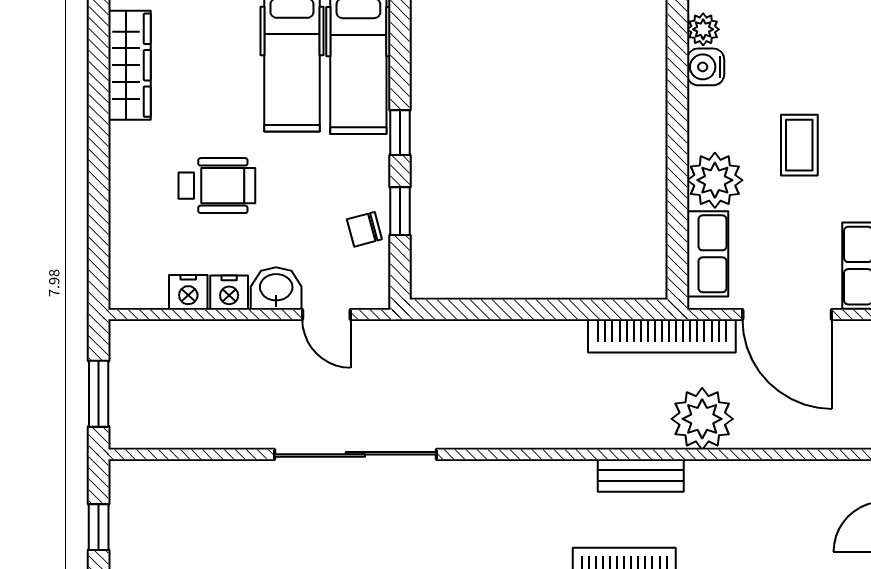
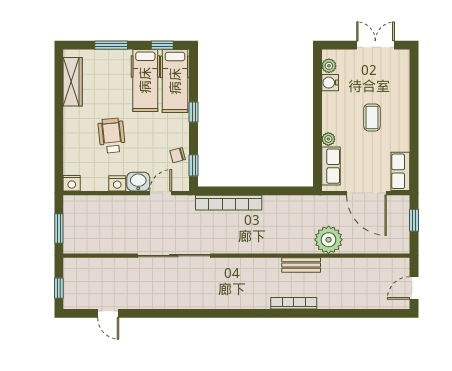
plant: (715, 180) -> (328, 139), width x0.53, depth x0.53
wheelchair: (217, 186) -> (112, 136), turned -96
window: (400, 211) -> (194, 165), moved
nightstand: (188, 292) -> (72, 183), moved
door: (326, 315) -> (161, 193), swing flipped
bookcase: (662, 336) -> (229, 203), moved

